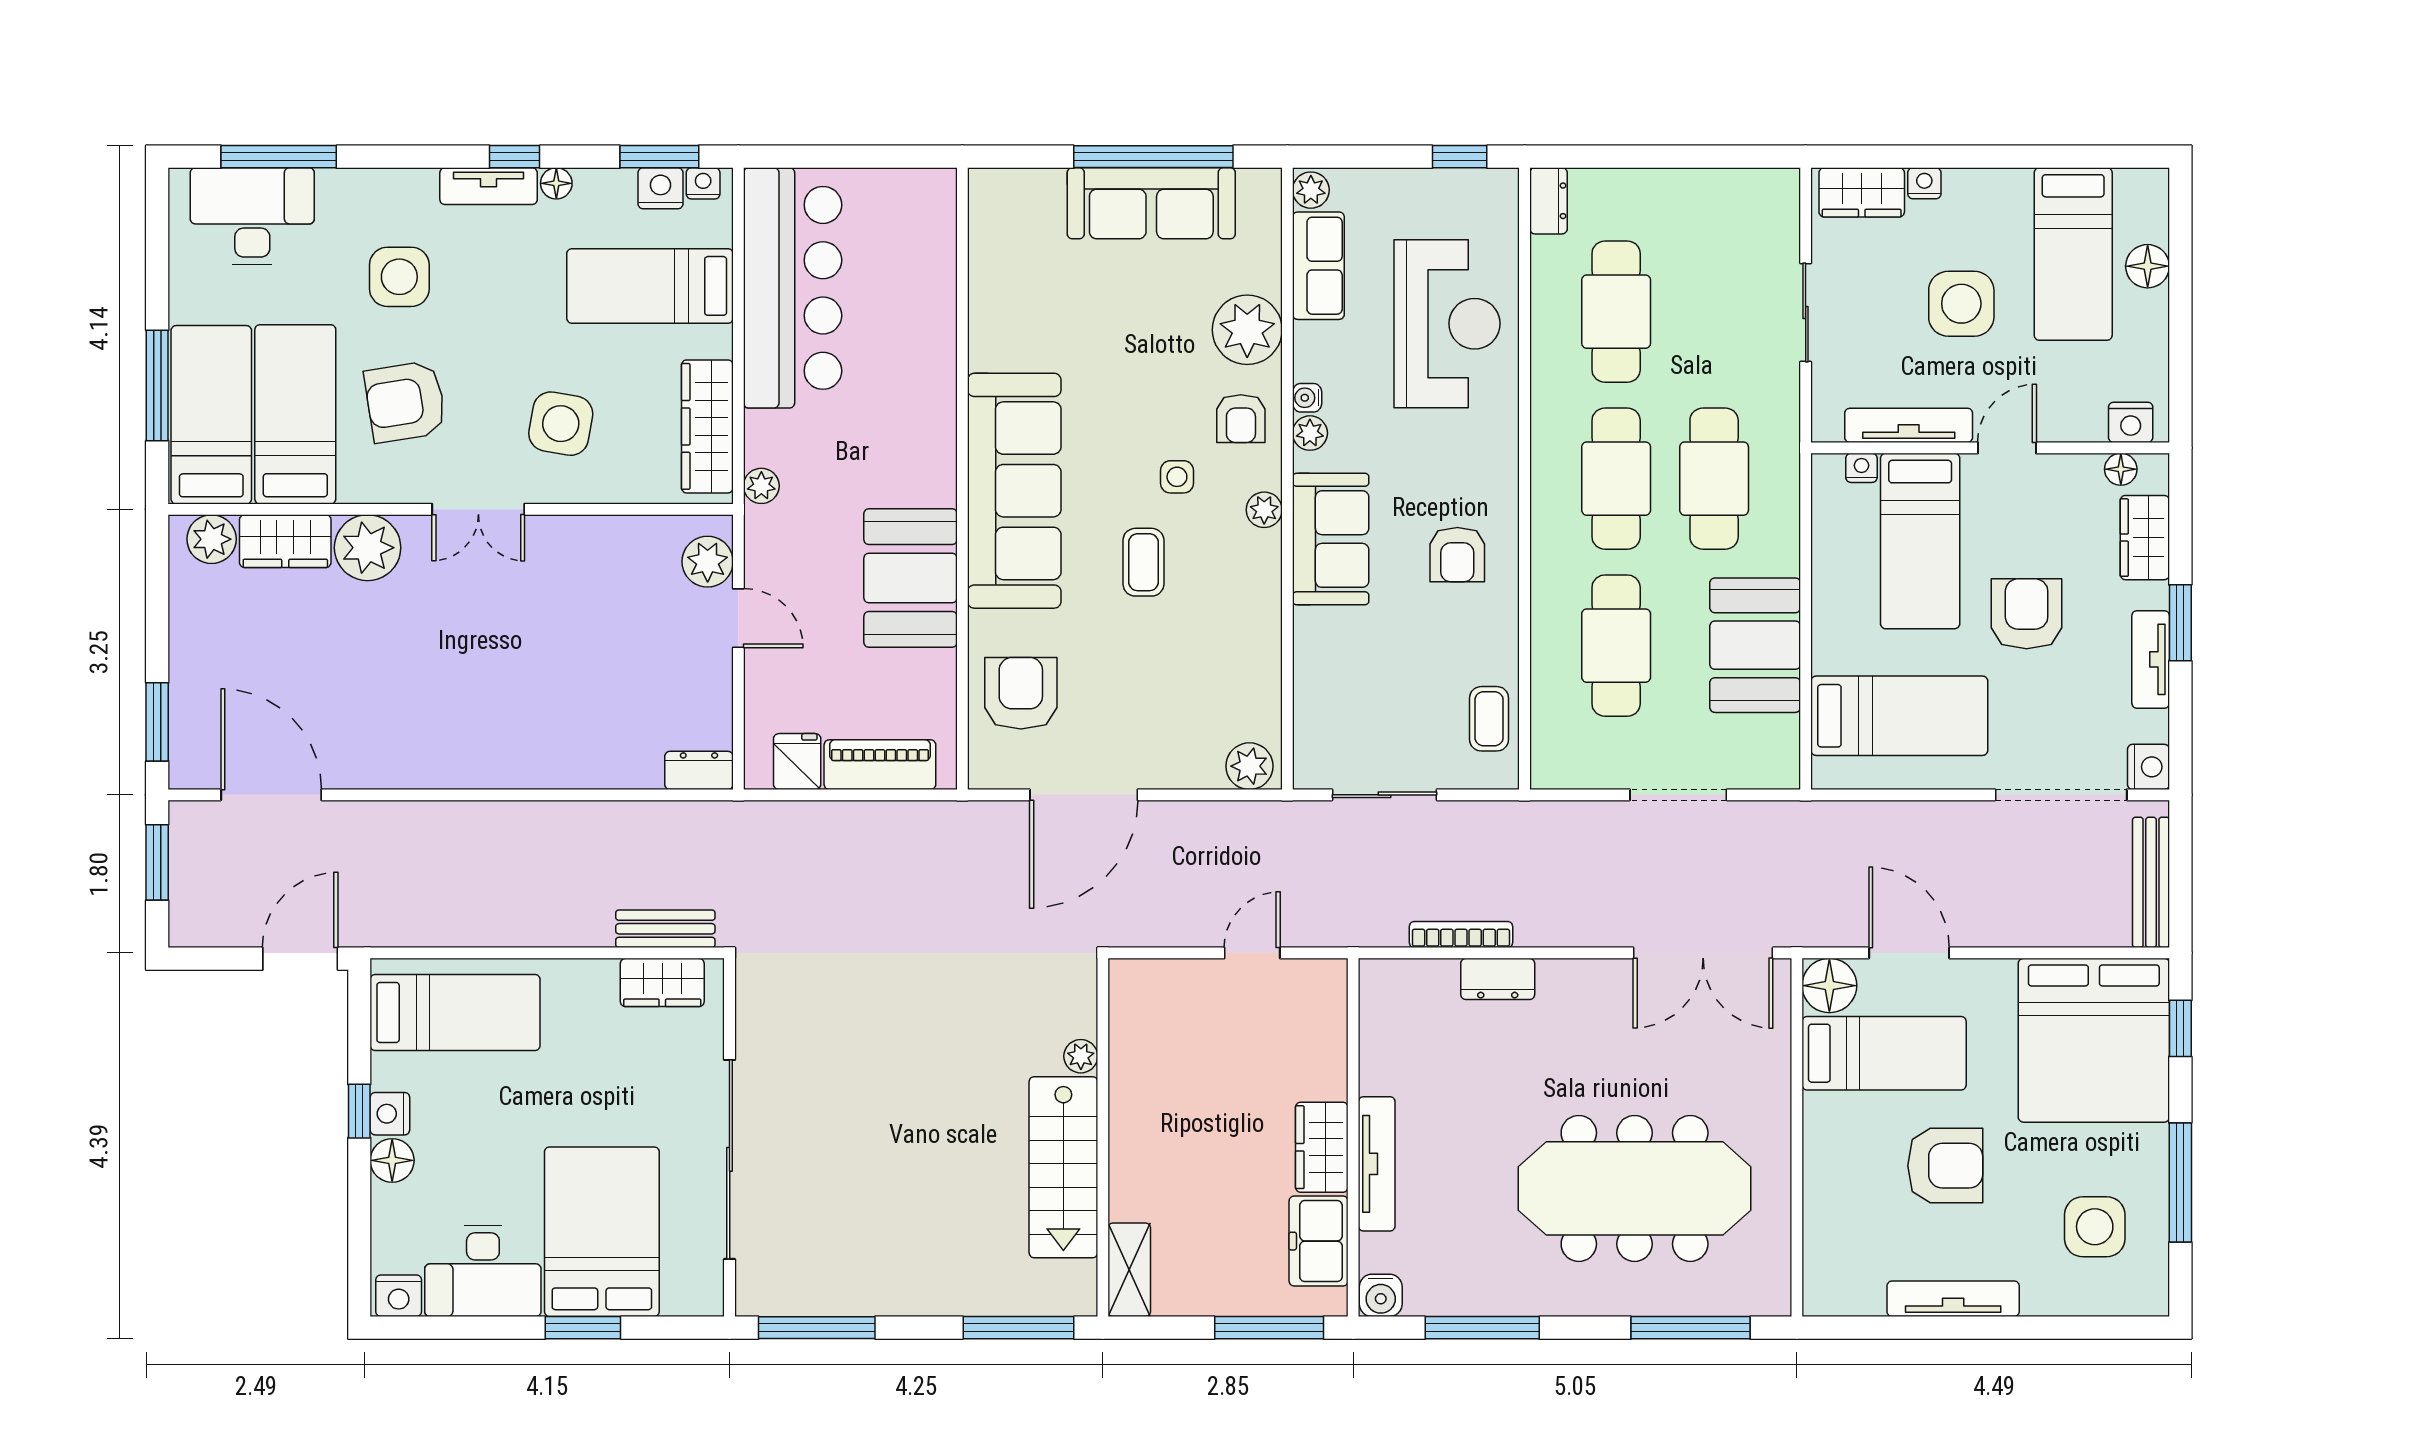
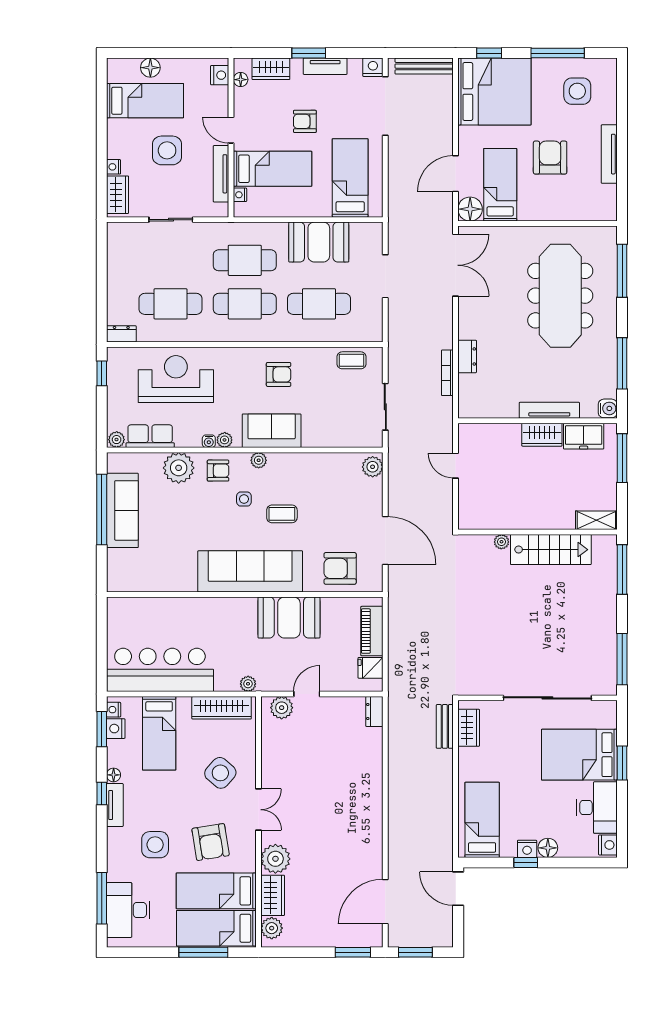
side table: (561, 424) -> (220, 773), turned 31
armchair: (2027, 614) -> (305, 121), width x0.72, depth x0.72

